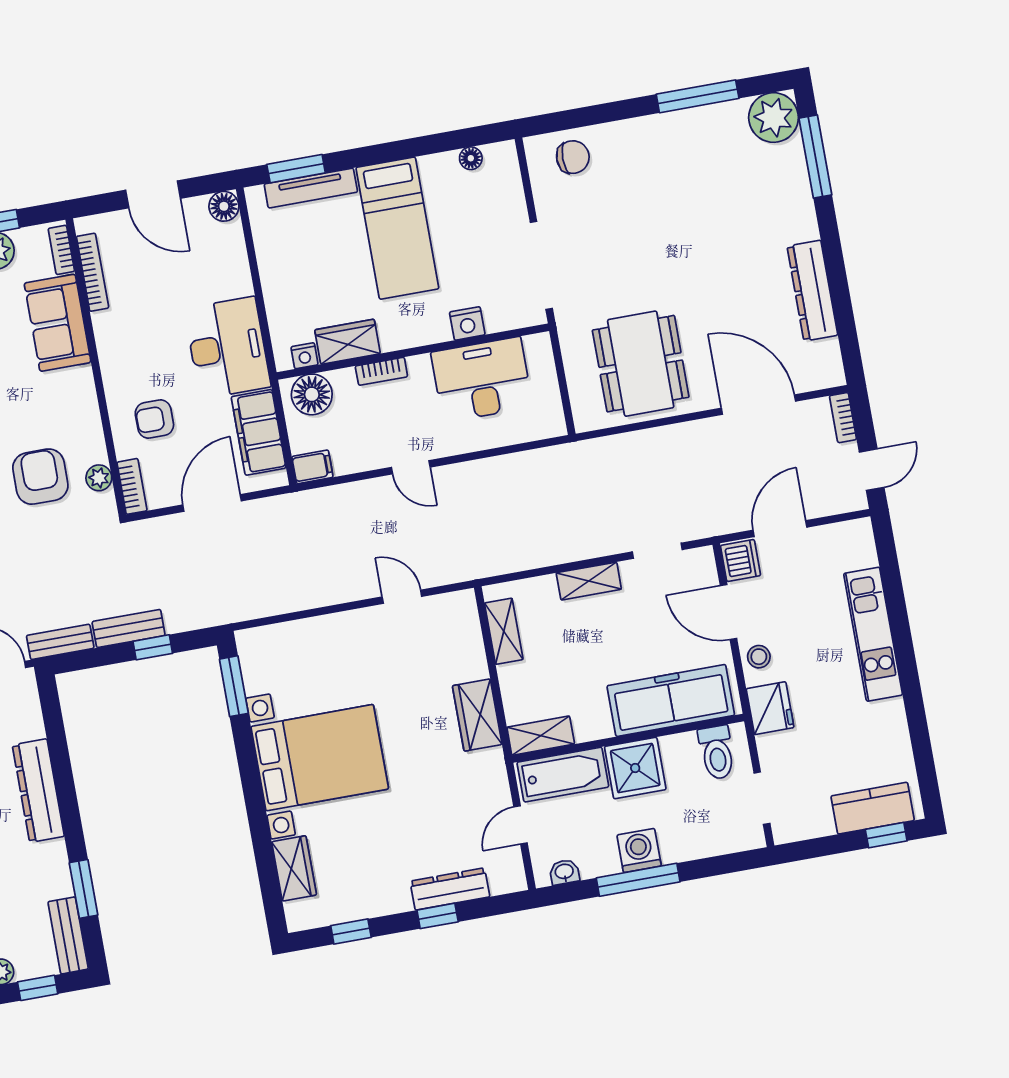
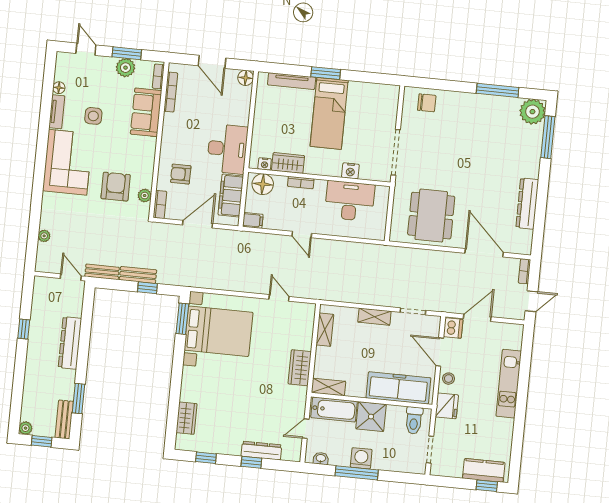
floor lamp: (471, 158) -> (376, 89), removed
window: (296, 169) -> (326, 73), moved
bed with nightstands: (320, 758) -> (219, 331), moved

